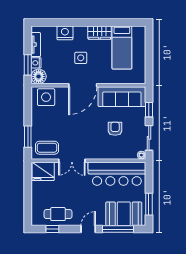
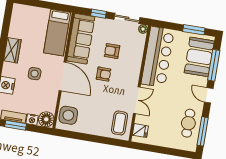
bed: (122, 48) -> (57, 33), moved, turned 90
window: (28, 65) -> (16, 125), moved
armchair: (91, 124) -> (104, 74), added
window: (28, 137) -> (105, 140), removed
fridge: (43, 171) -> (140, 131), width x0.53, depth x0.75
window: (52, 229) -> (203, 131), width x2.17

